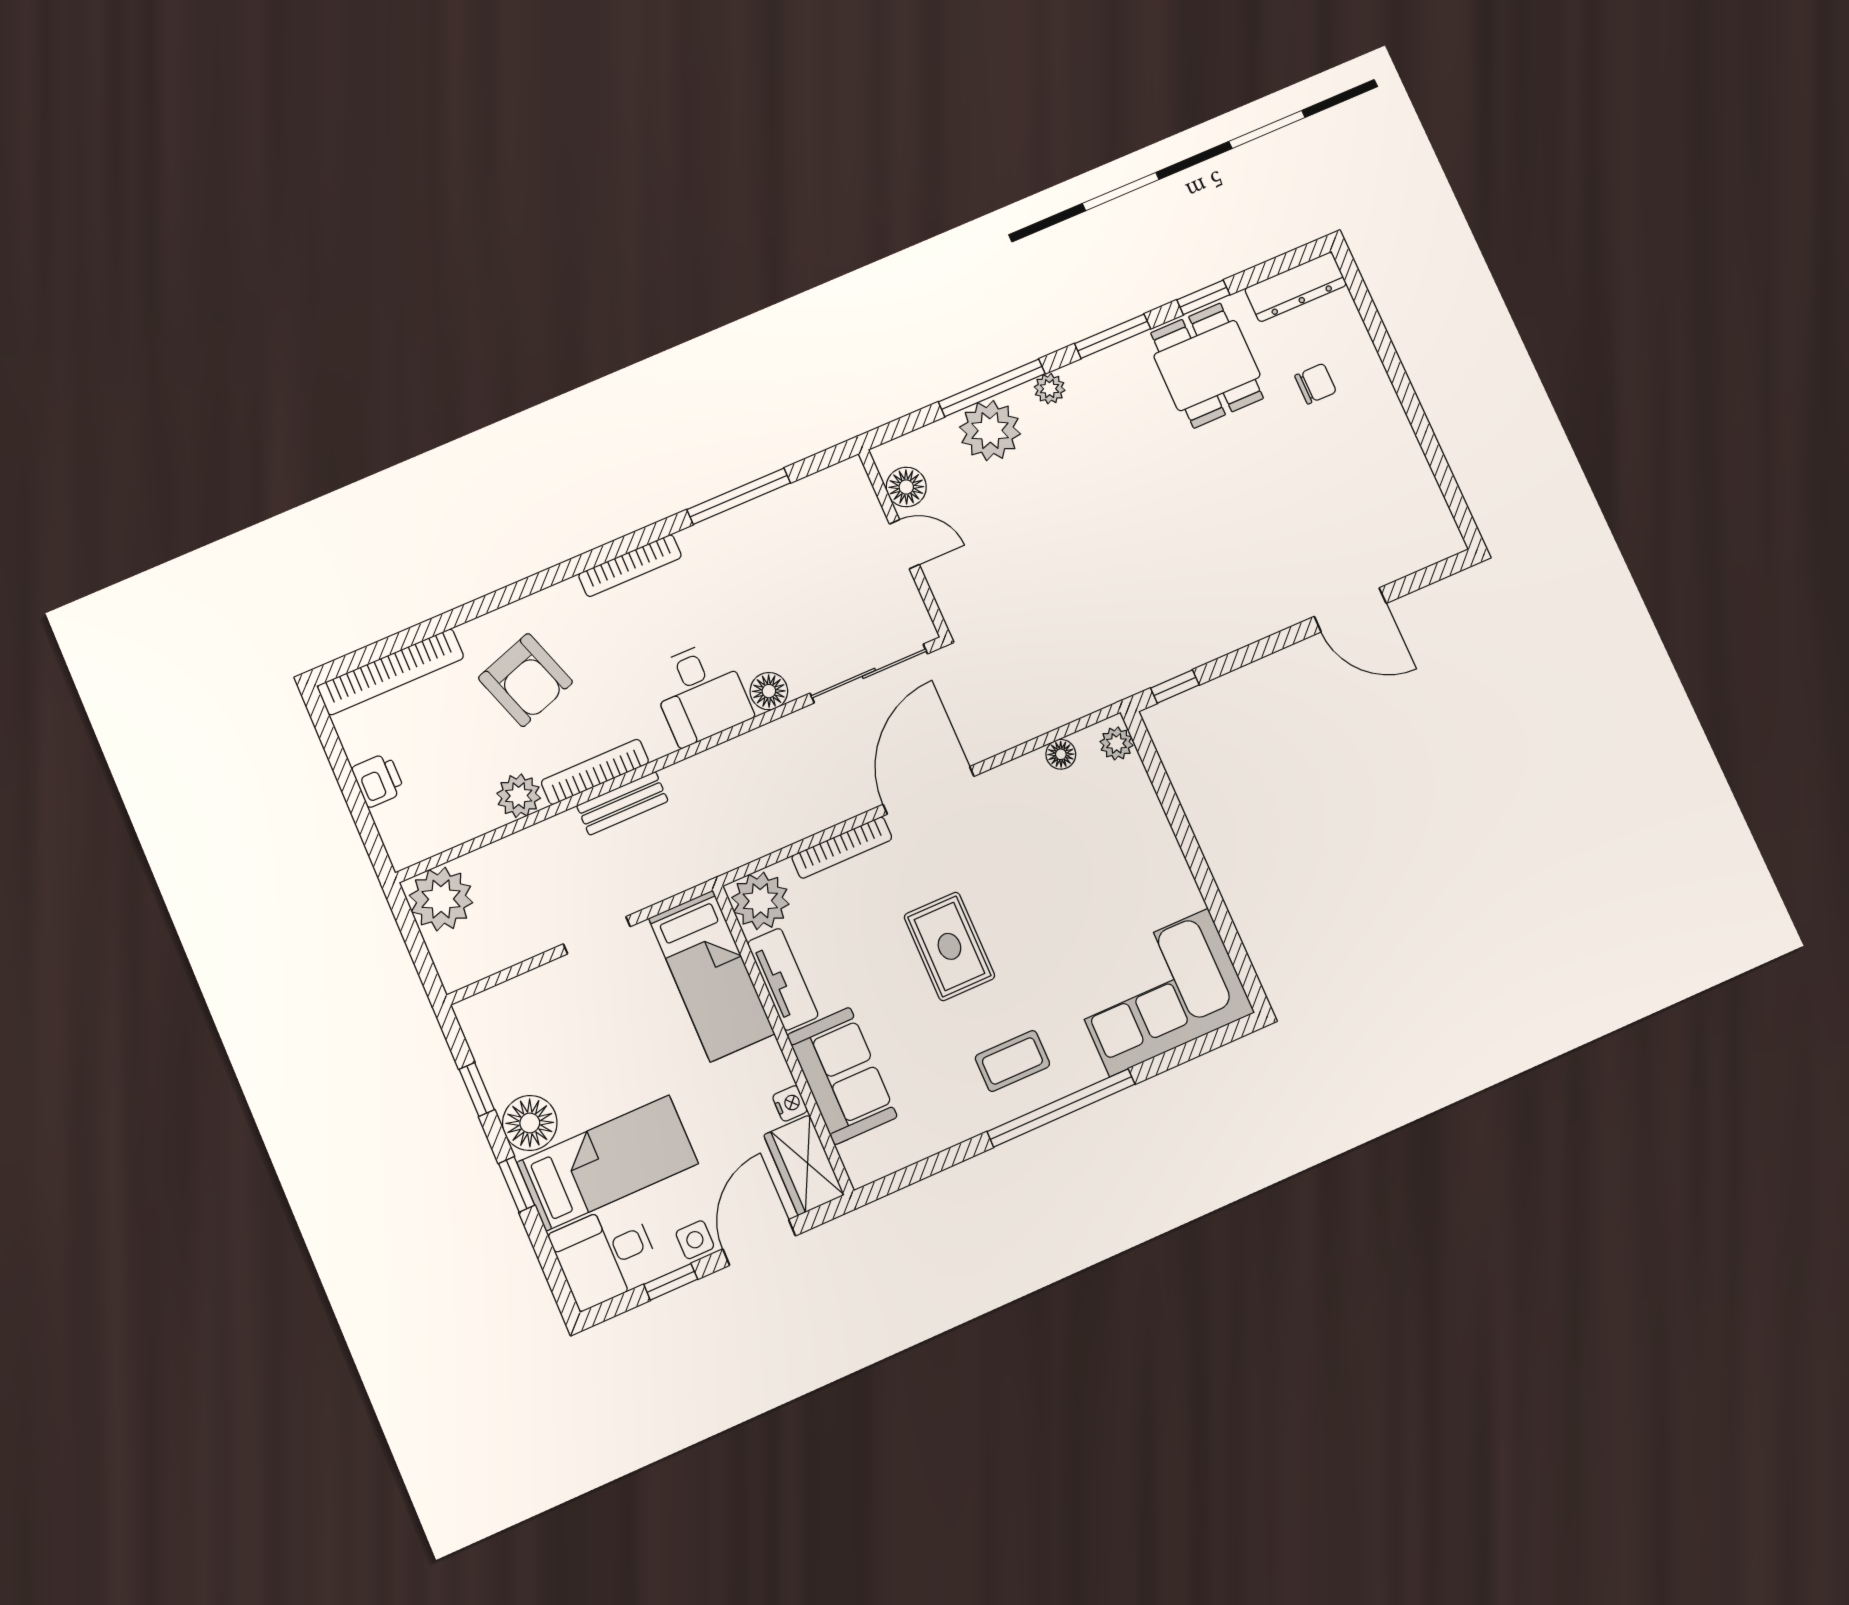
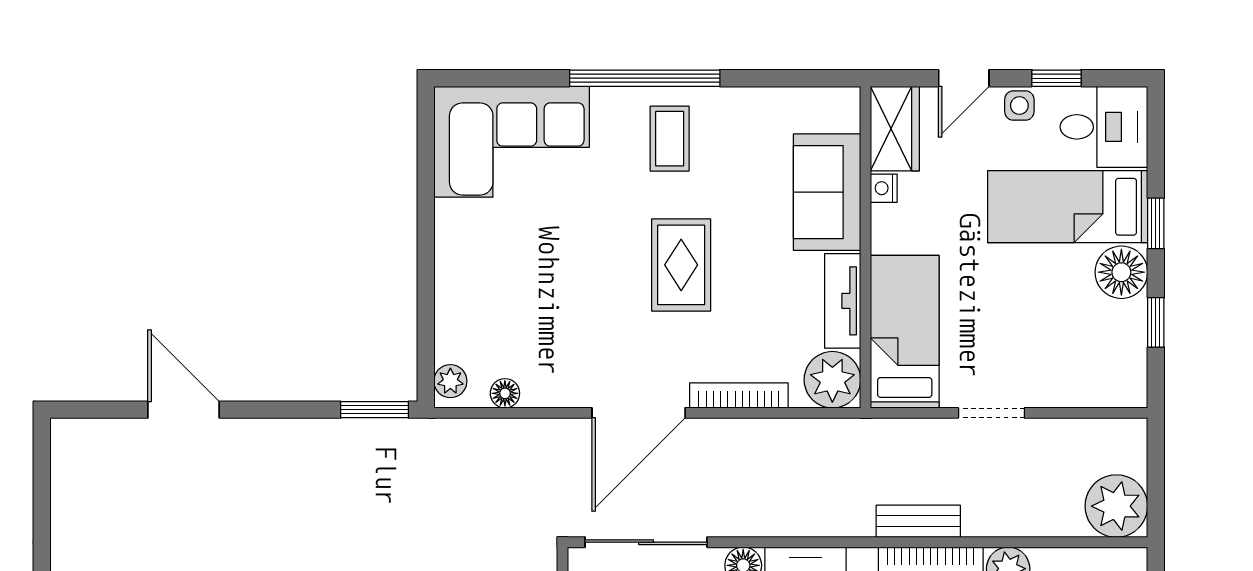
window: (1175, 686) -> (374, 410), width x1.50
coffee table: (1012, 1061) -> (670, 139), turned 90
door: (759, 1242) -> (964, 78), width x0.73

